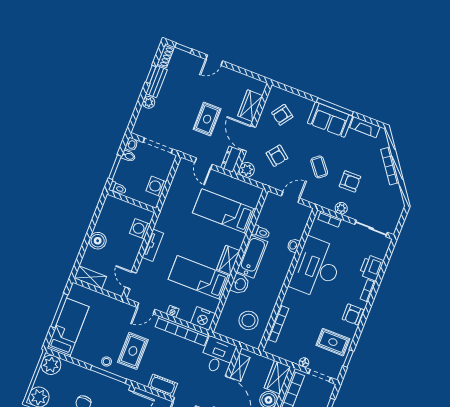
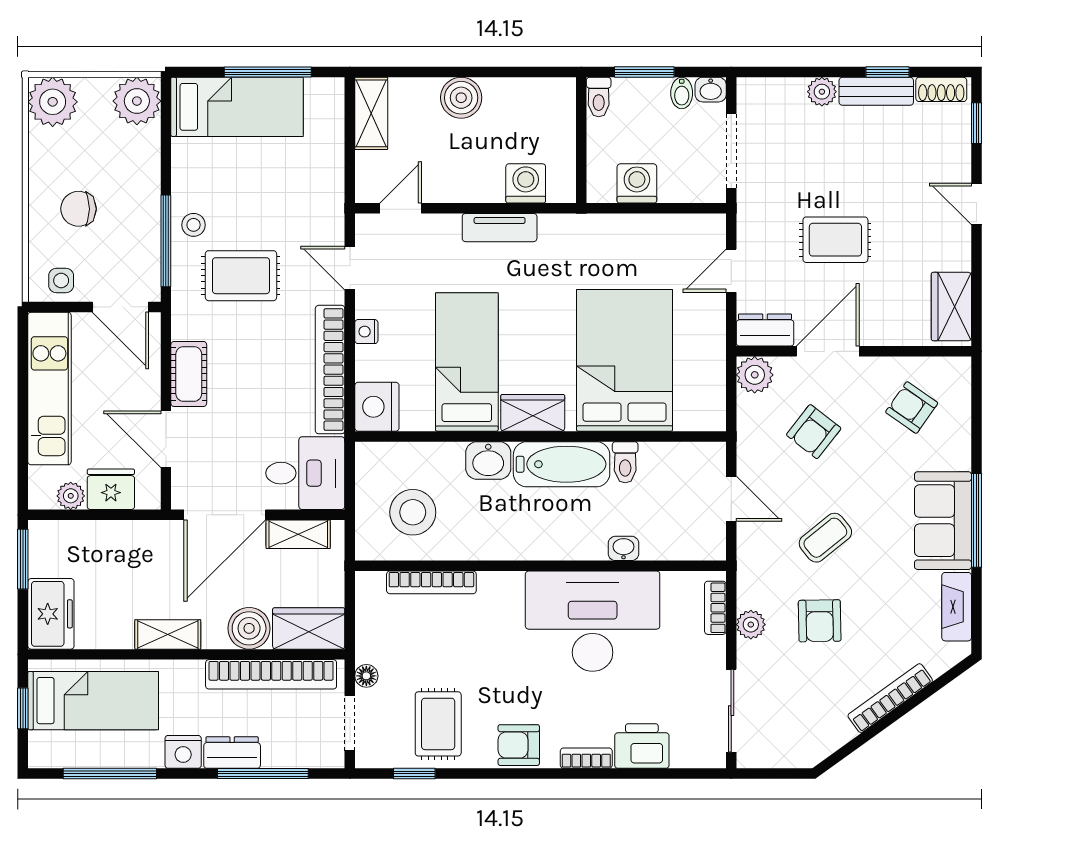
wardrobe: (250, 106) -> (951, 306), moved, turned -90
bed: (224, 211) -> (625, 360), width x1.50

